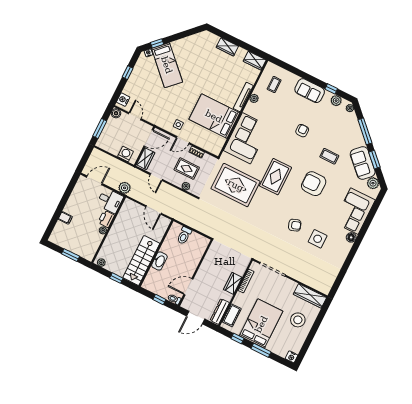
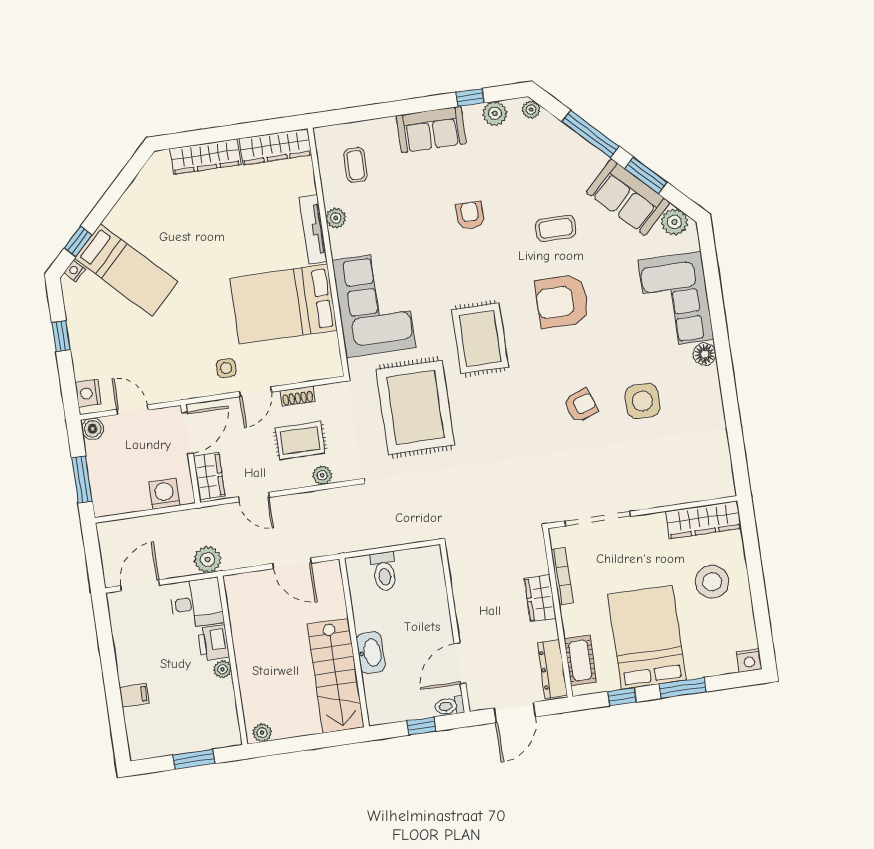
wardrobe: (227, 47) -> (205, 157), width x1.50
wardrobe: (255, 61) -> (275, 147), width x1.50
rug: (236, 185) -> (415, 407), turned 90
window: (116, 278) -> (311, 742), removed

